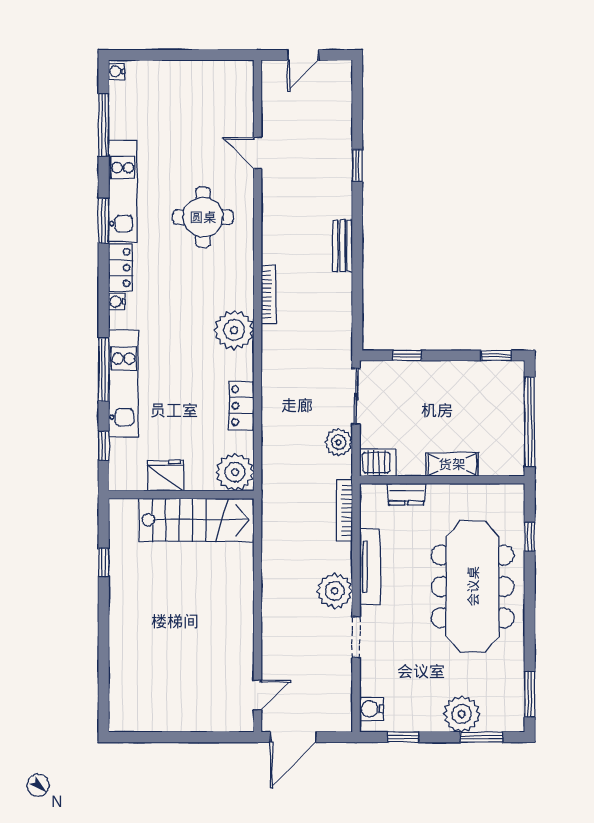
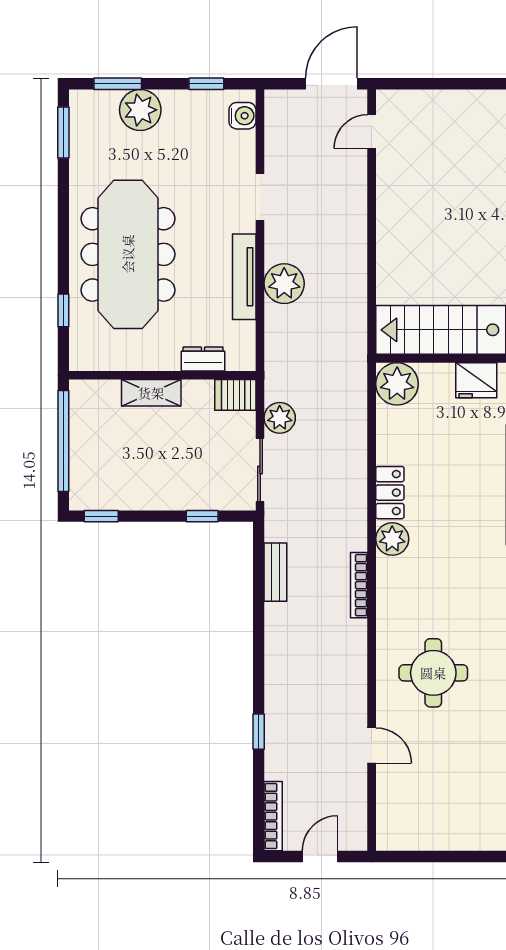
bench: (342, 246) -> (275, 572), moved
plant: (234, 330) -> (392, 539), width x0.73, depth x0.73
locker: (241, 406) -> (390, 493), moved
bookcase: (344, 510) -> (273, 816), moved
plant: (335, 591) -> (284, 284), moved

